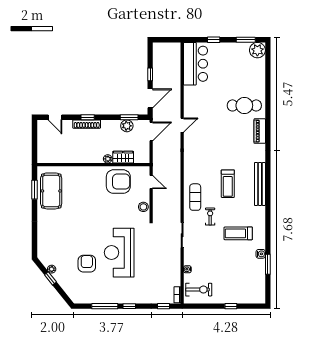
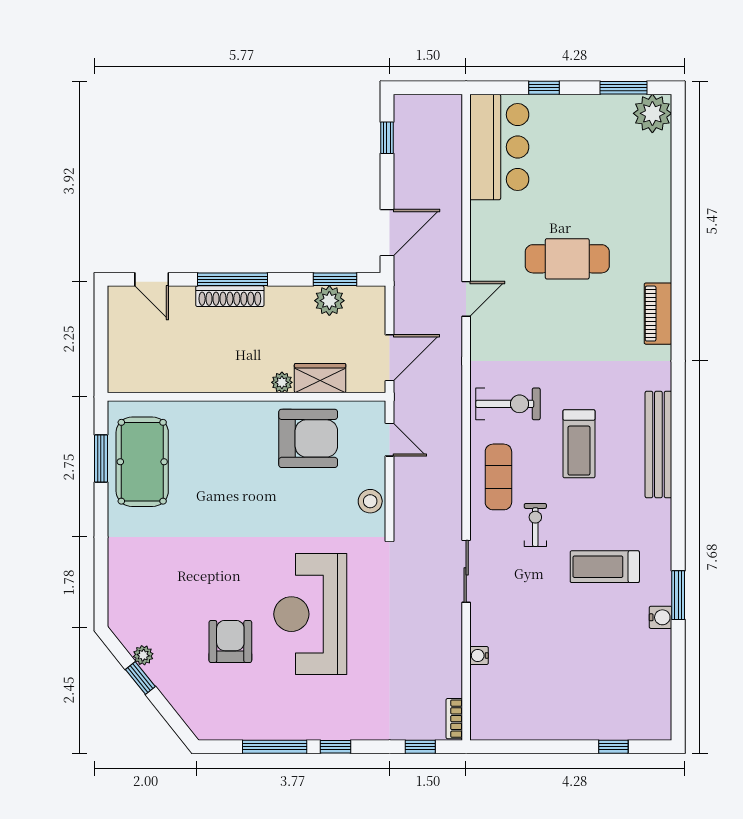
window: (150, 74) -> (387, 138), moved
cafe table: (244, 105) -> (567, 259), moved
window: (88, 117) -> (233, 279), width x2.17
door: (151, 131) -> (390, 358), moved
window: (268, 264) -> (678, 595), moved
exercise bike: (199, 290) -> (508, 404), moved
window: (231, 306) -> (613, 747), moved

